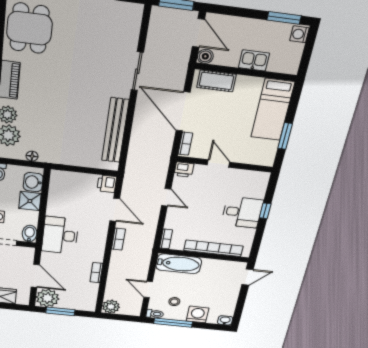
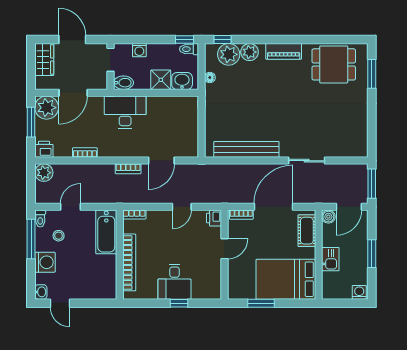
window: (284, 18) -> (372, 254), moved
bed: (273, 110) -> (286, 279), width x1.50
printer: (107, 184) -> (44, 149), moved
door: (248, 277) -> (60, 303), moved

